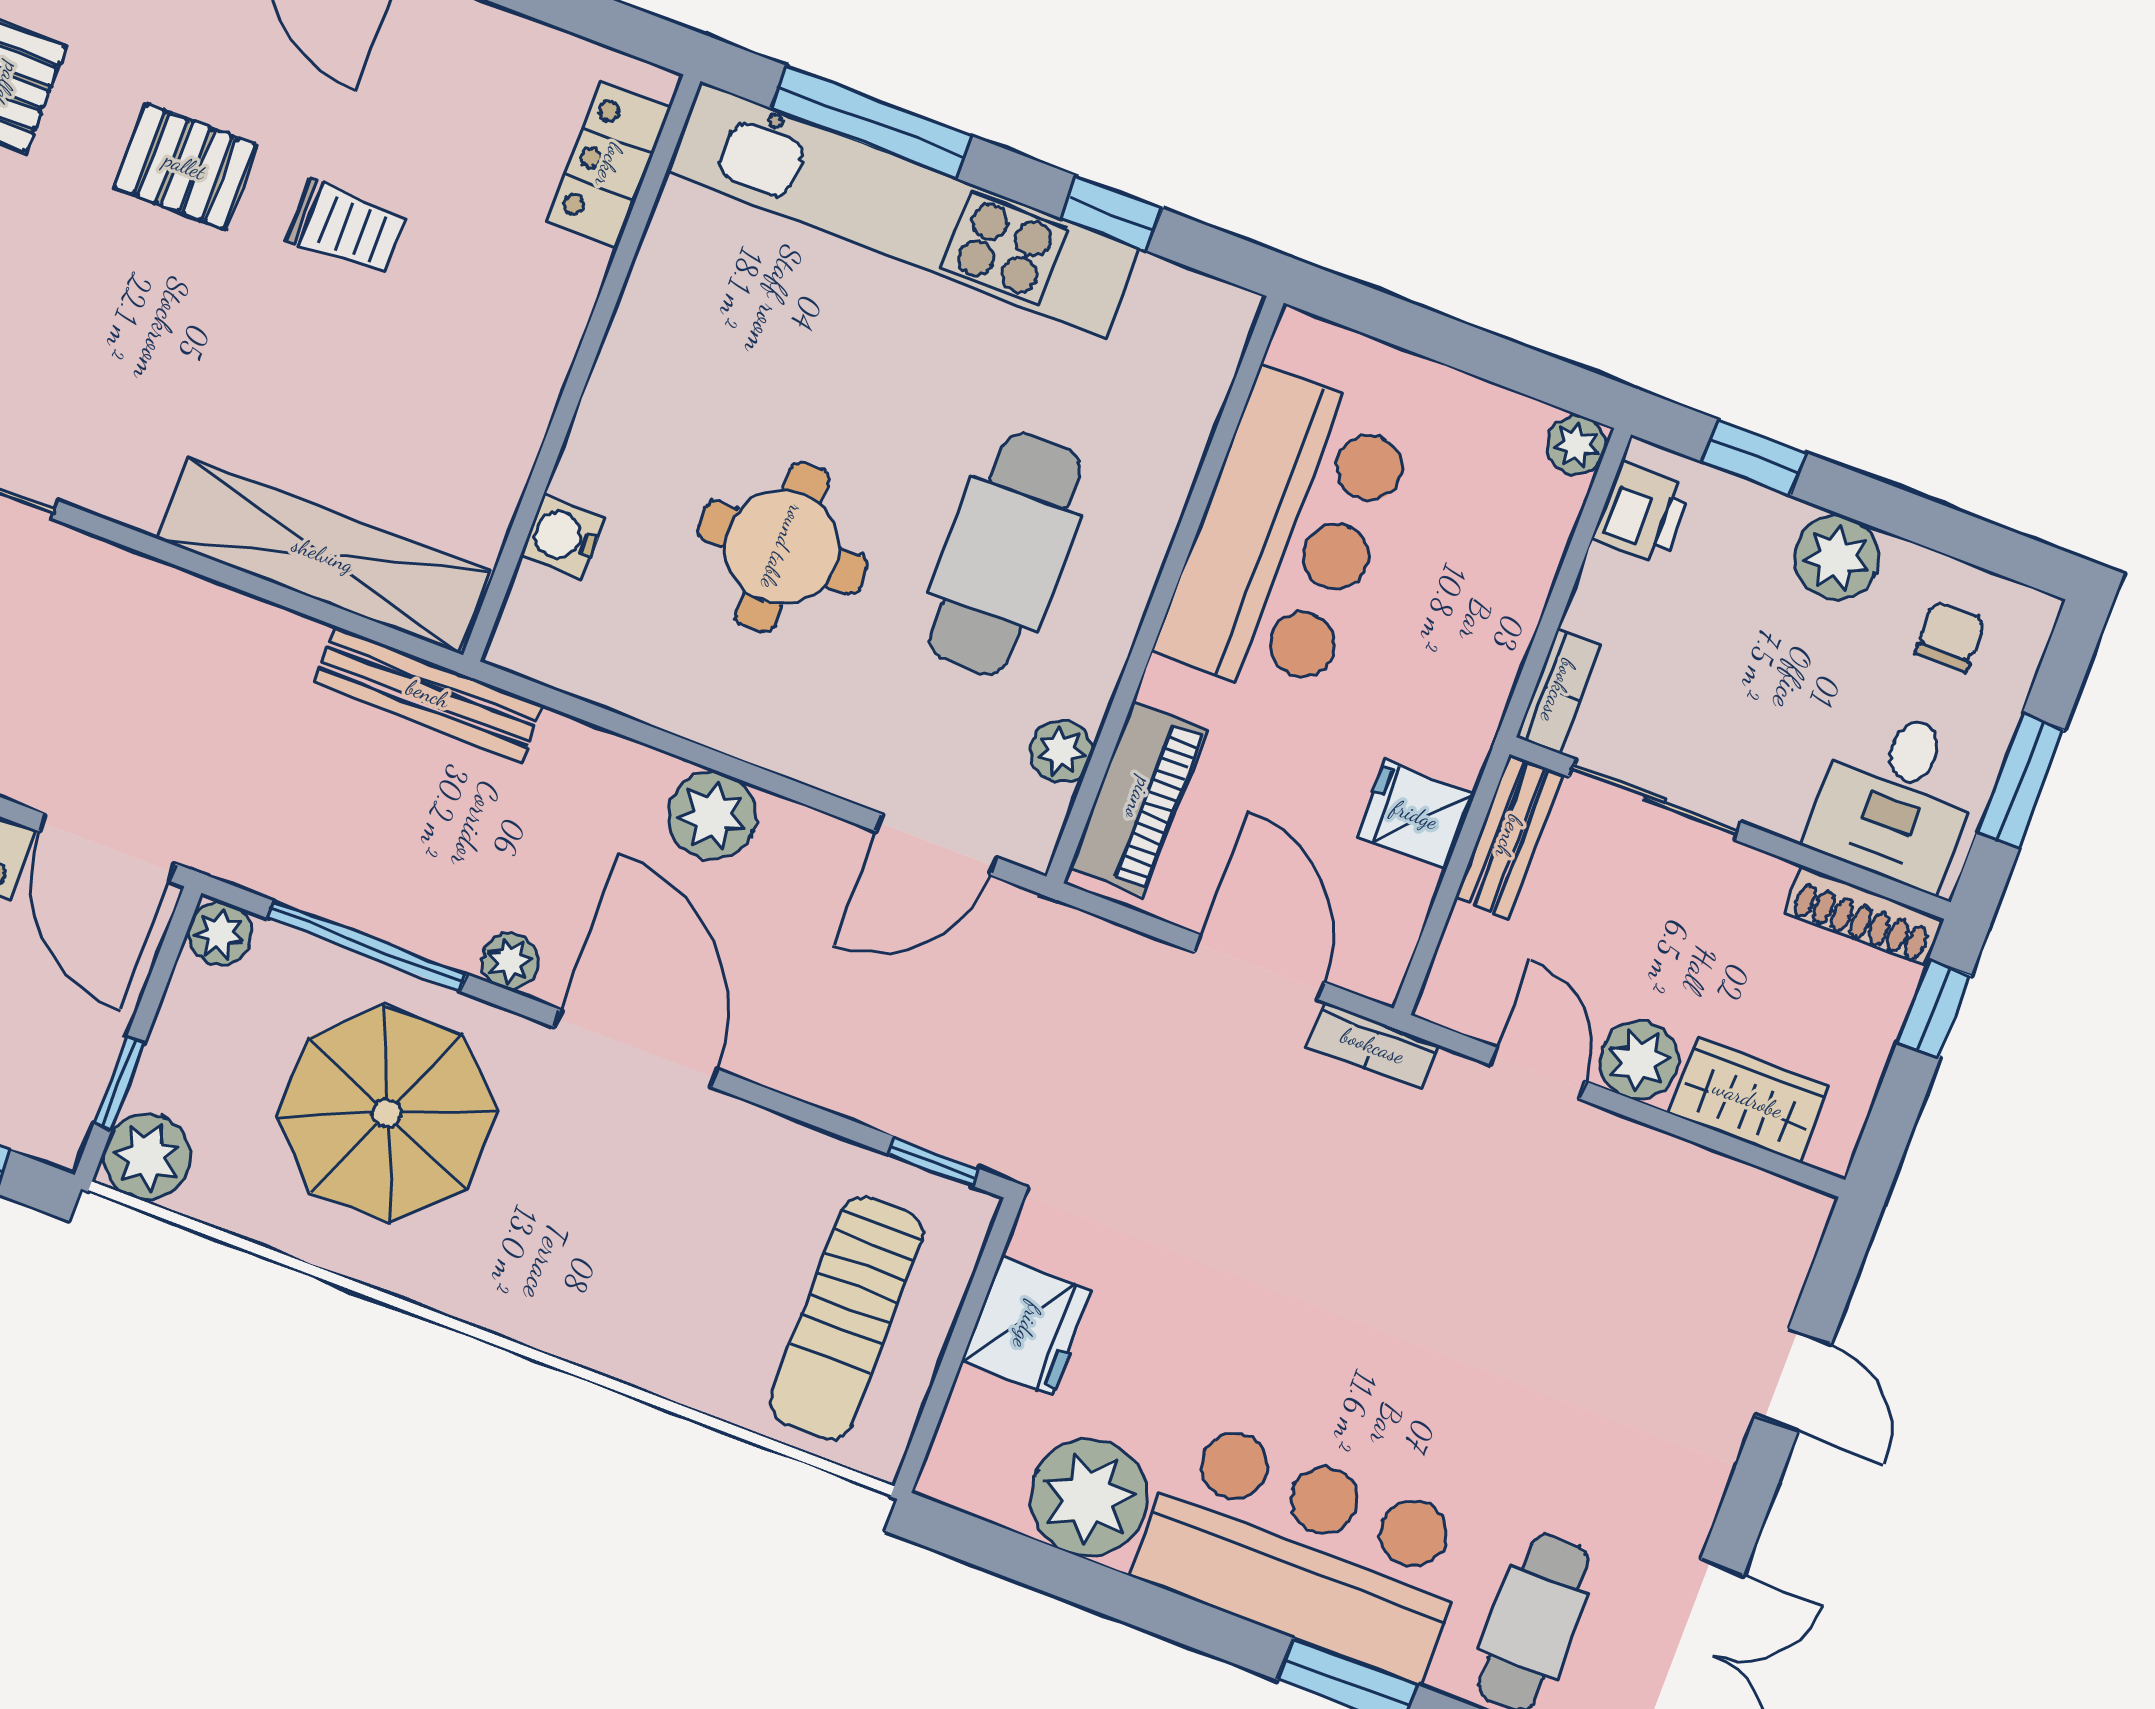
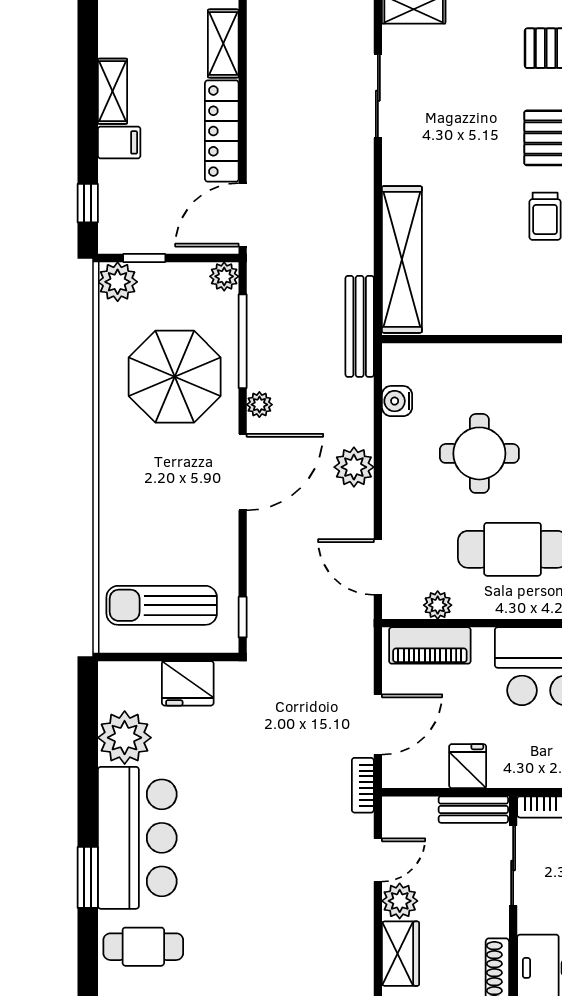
water cooler: (563, 536) -> (397, 401), moved, turned -90

